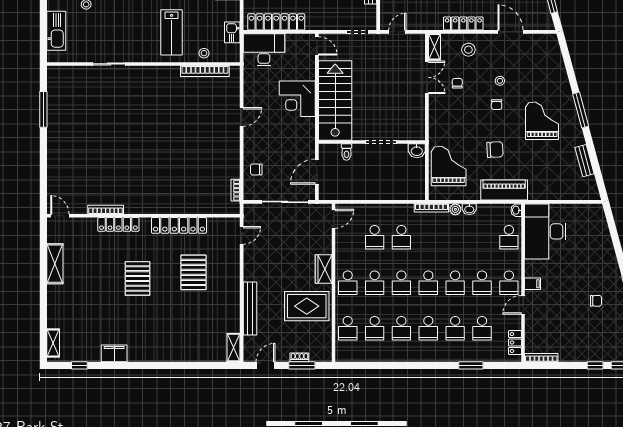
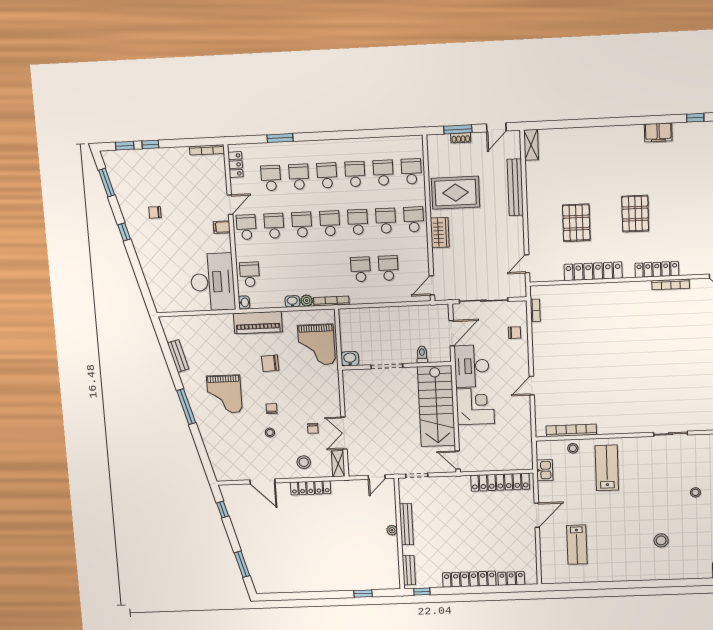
desk: (264, 50) -> (472, 366), moved, turned 90

